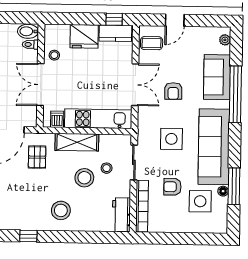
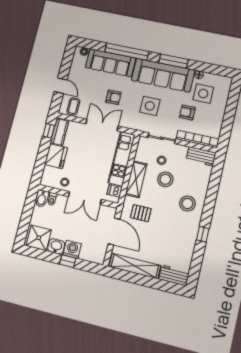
sofa: (217, 77) -> (110, 63), width x1.36
window: (234, 186) -> (173, 61), moved
armchair: (172, 187) -> (187, 112), turned 90

